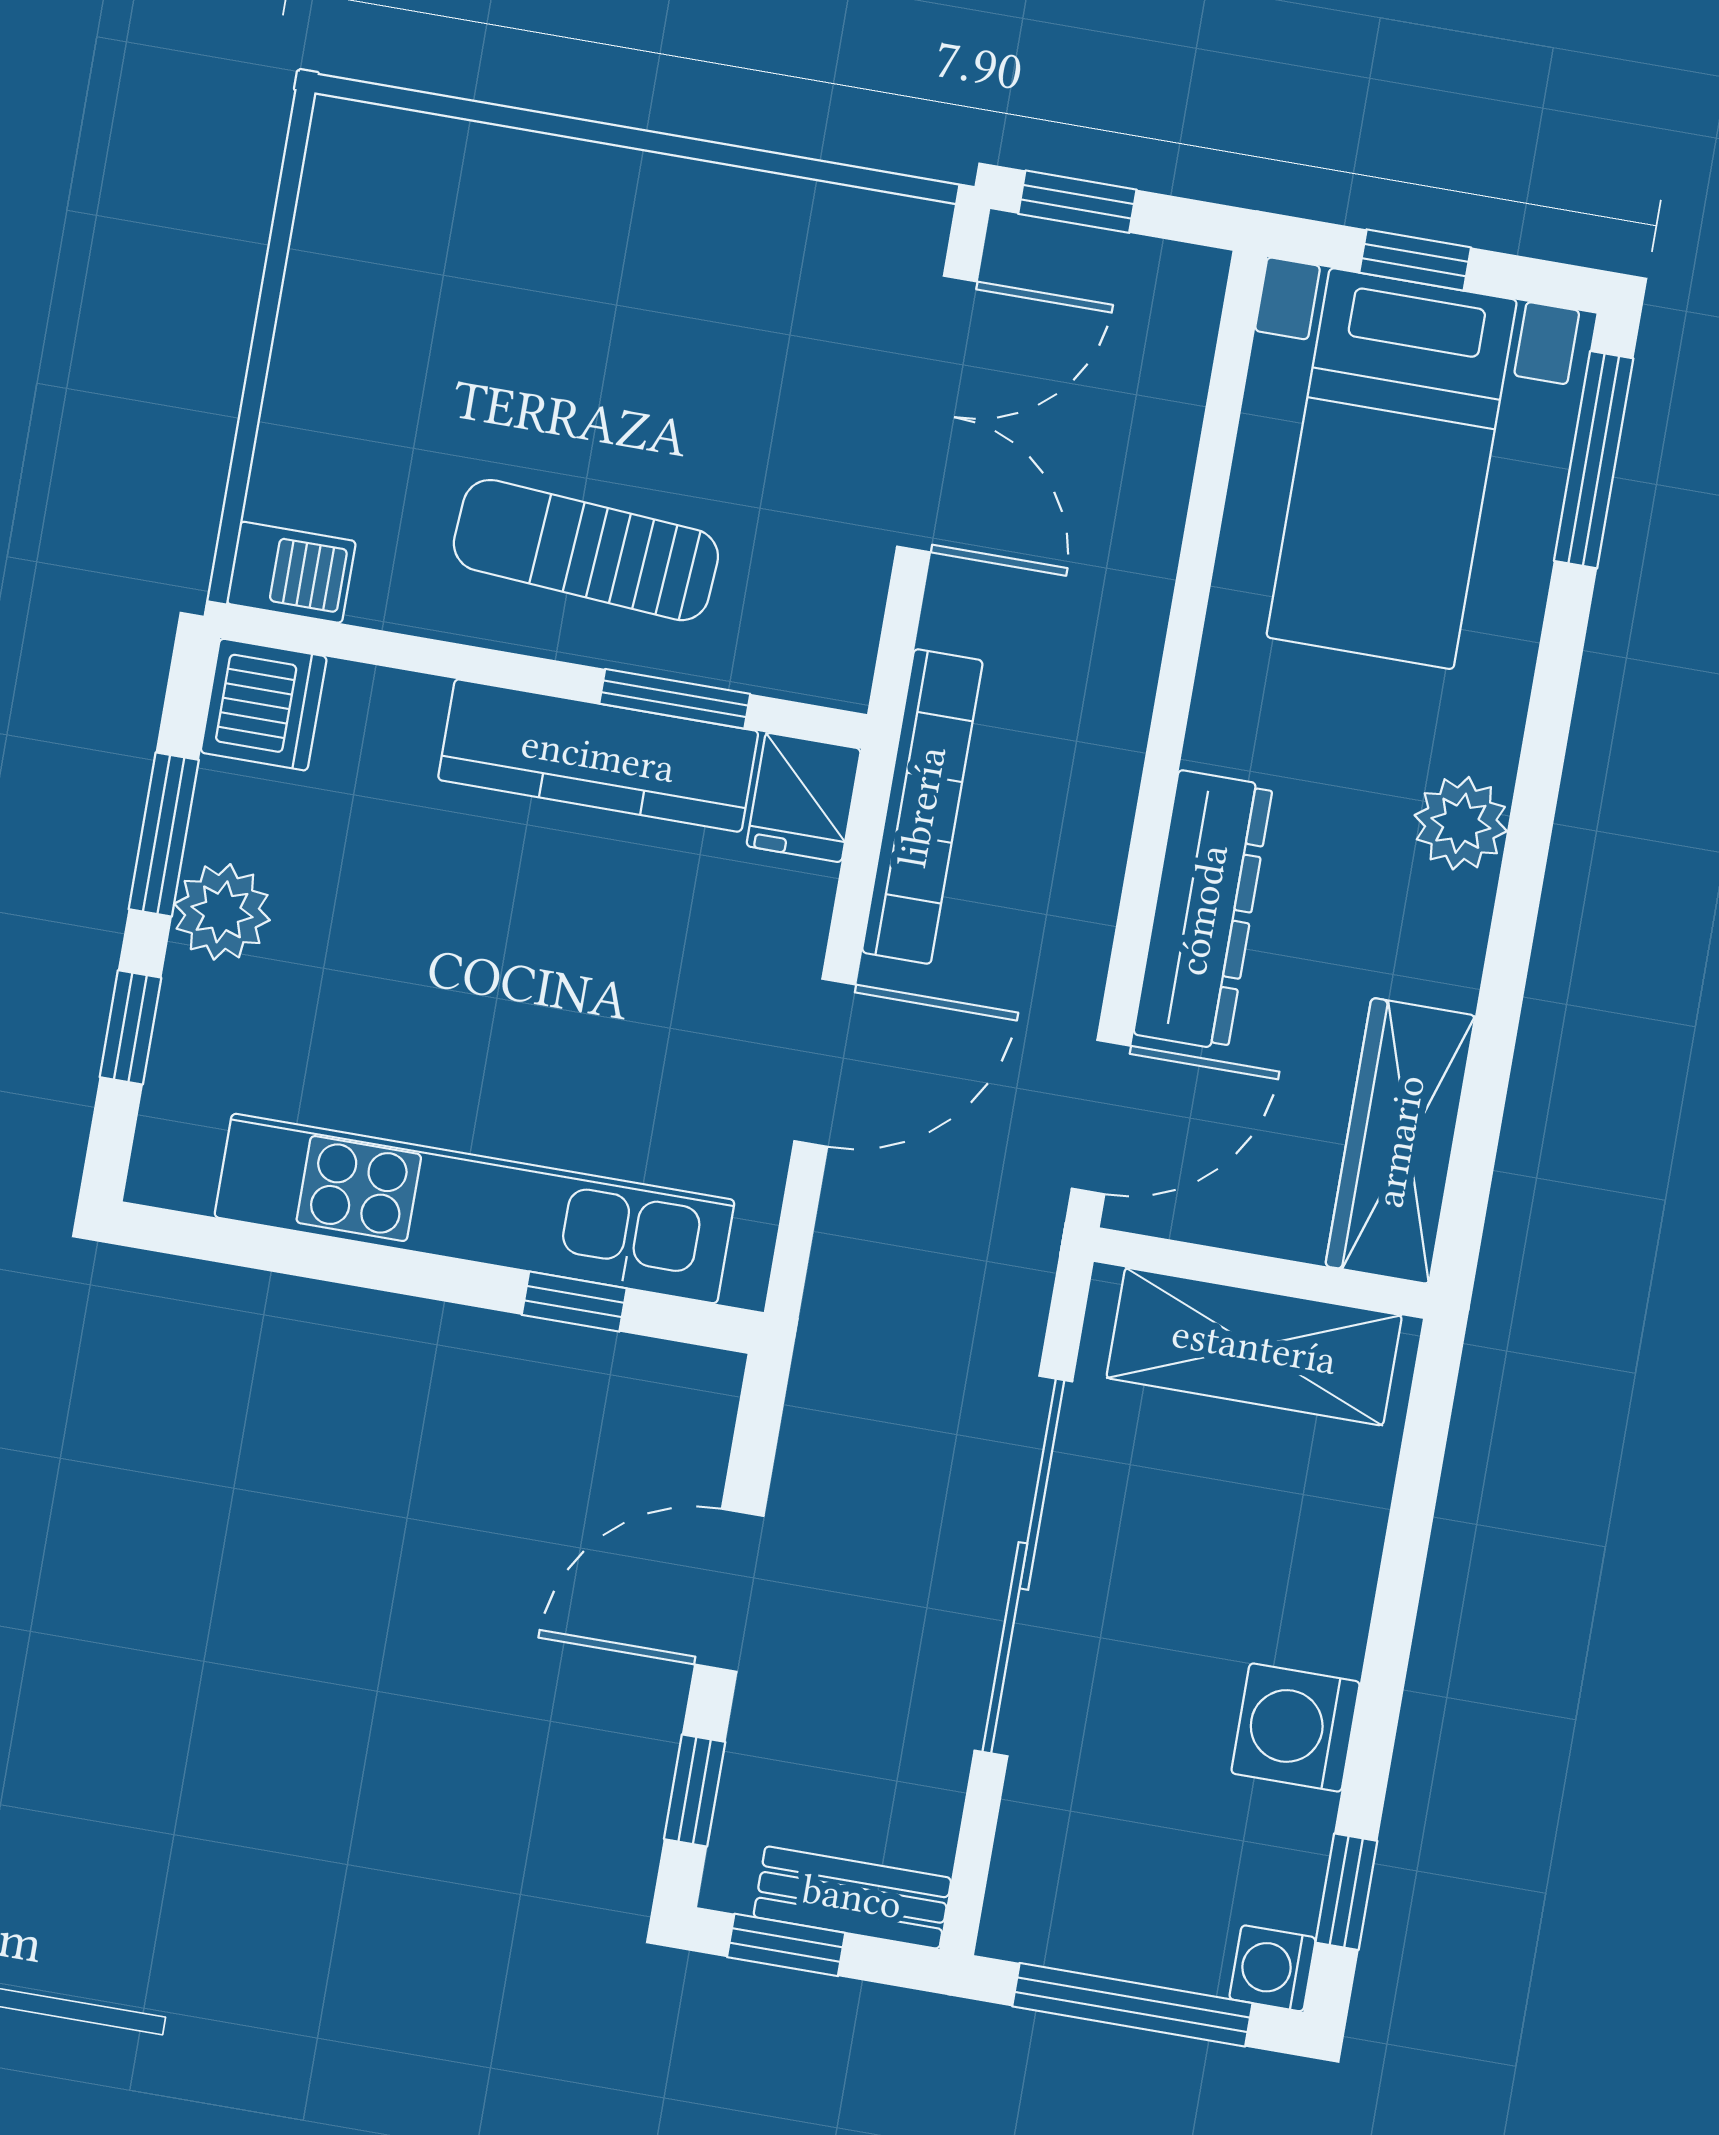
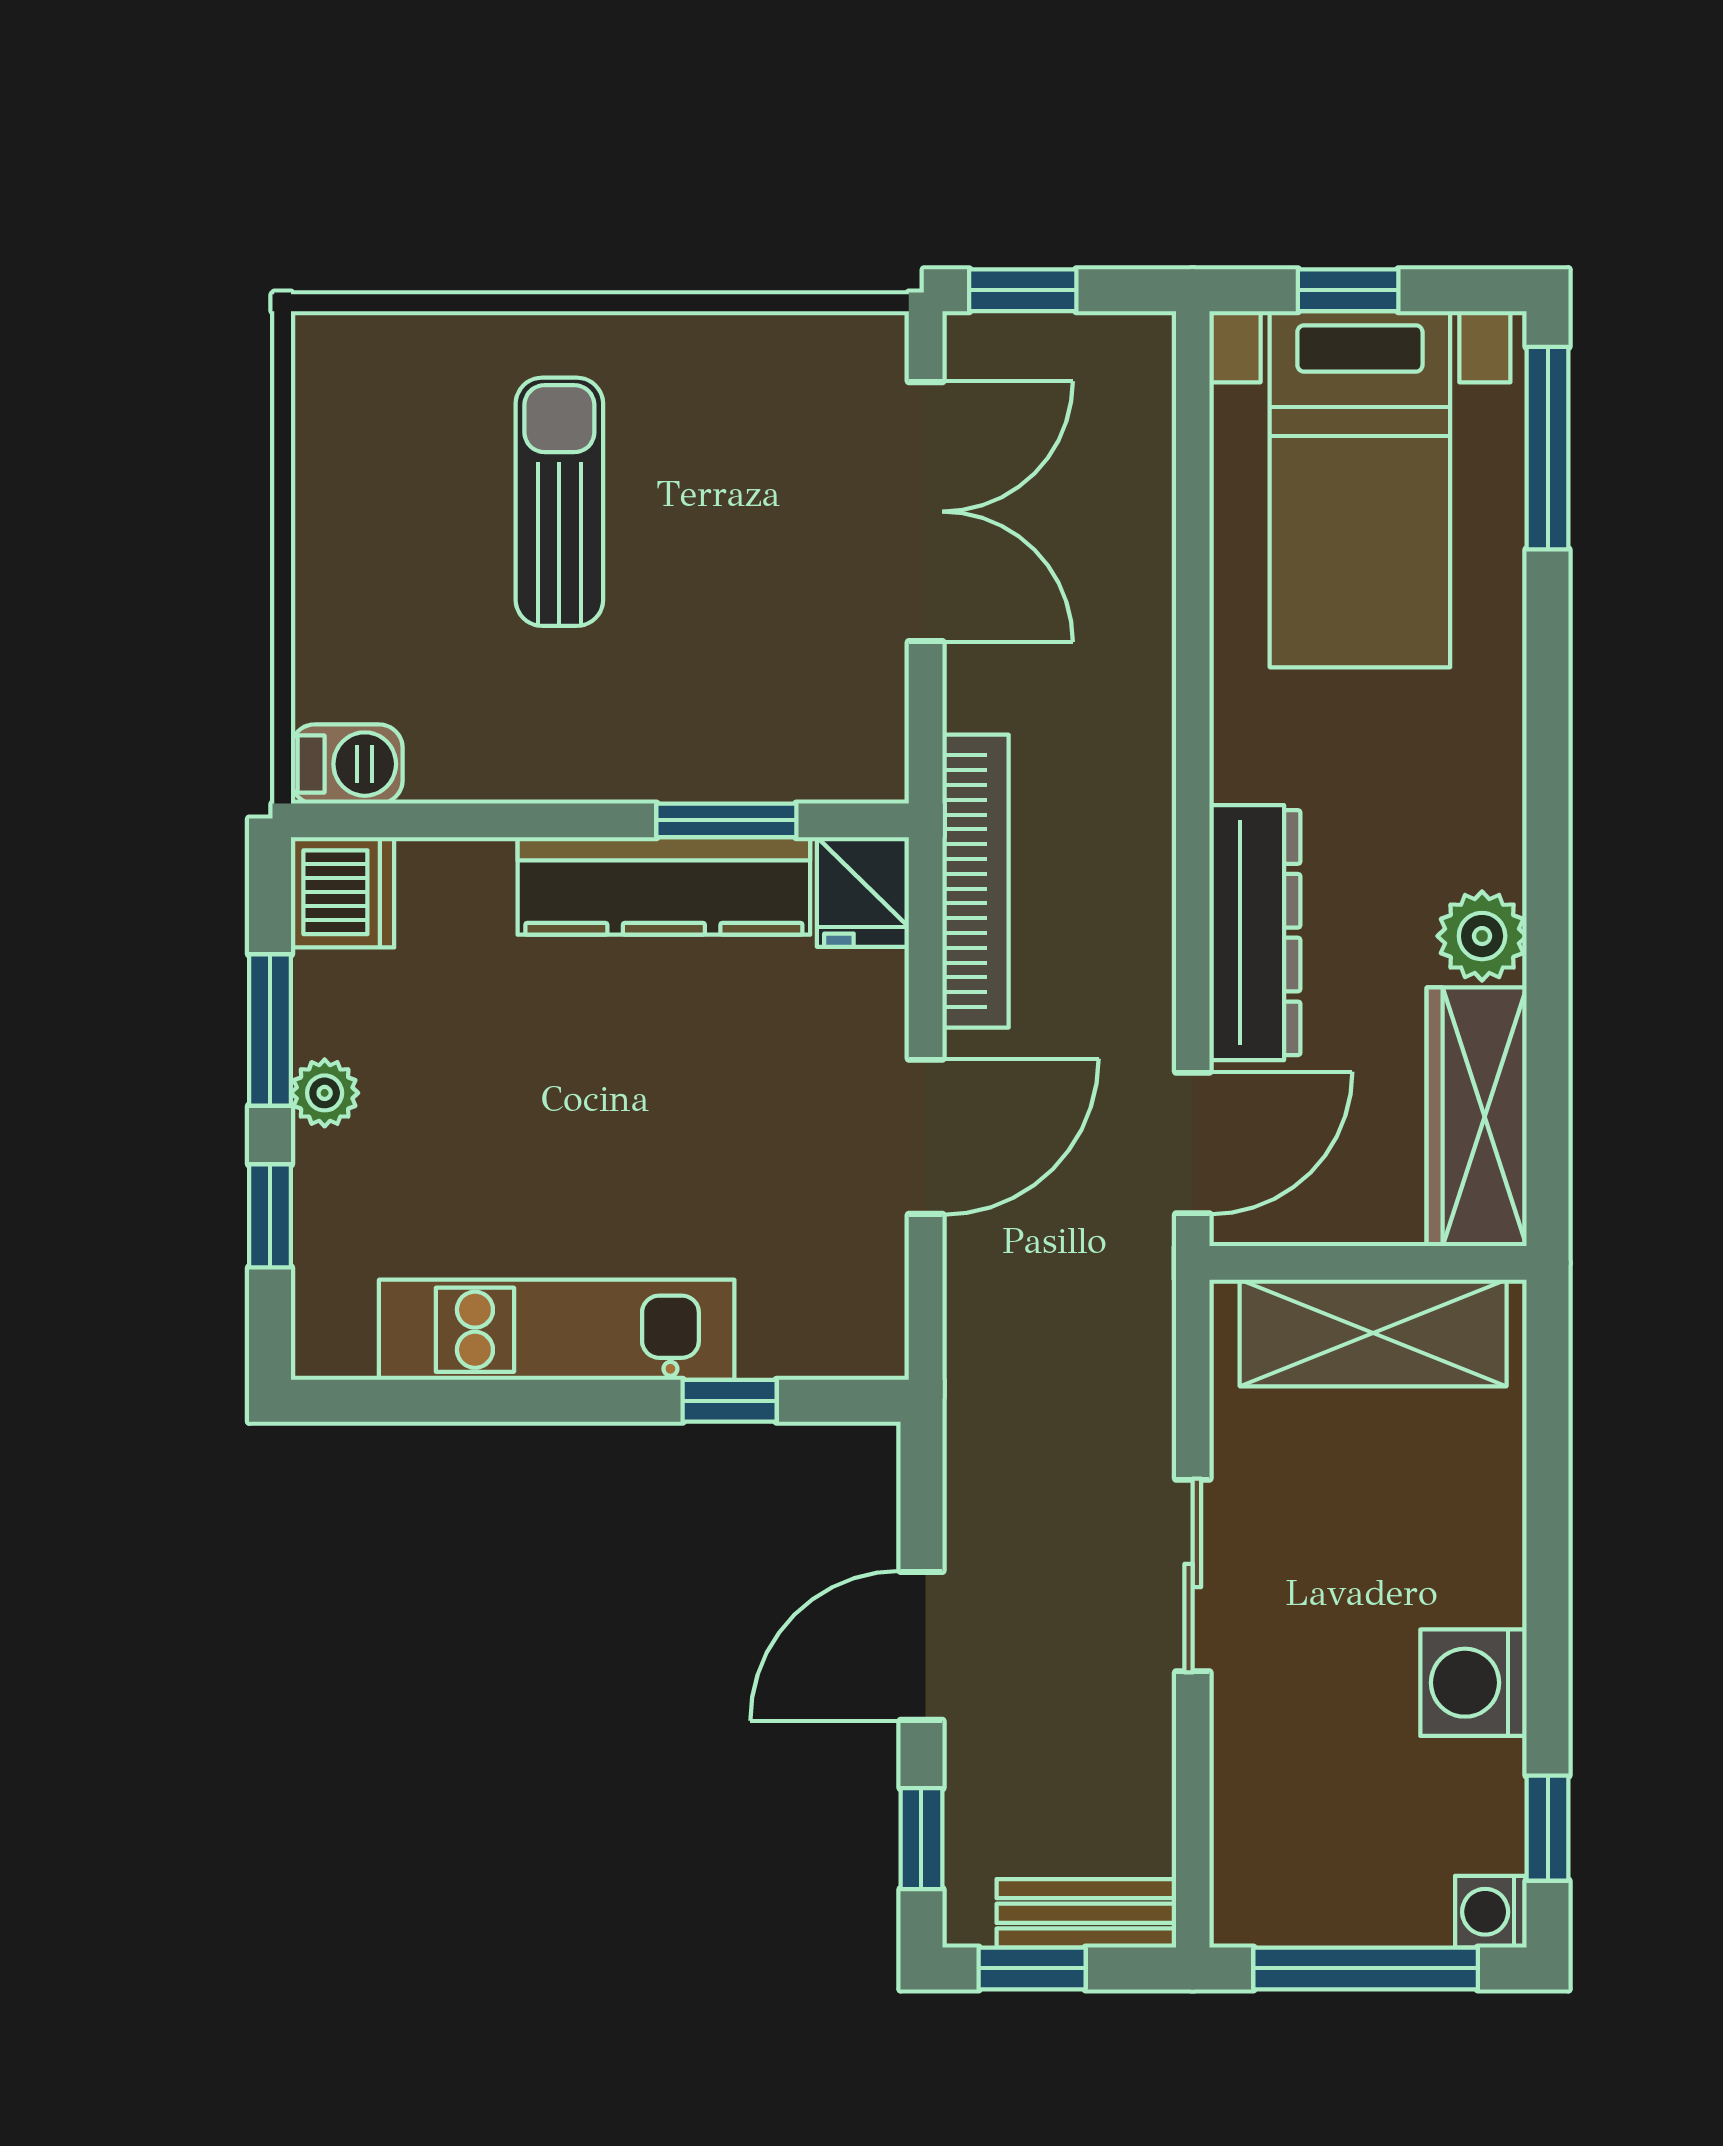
sun lounger: (586, 550) -> (559, 502), moved, turned 86
plant: (1461, 823) -> (1482, 936), moved
plant: (222, 912) -> (325, 1093), width x0.73, depth x0.73
kitchen unit: (474, 1209) -> (557, 1330), width x0.73
sliding door: (1023, 1566) -> (1193, 1576), width x0.54

